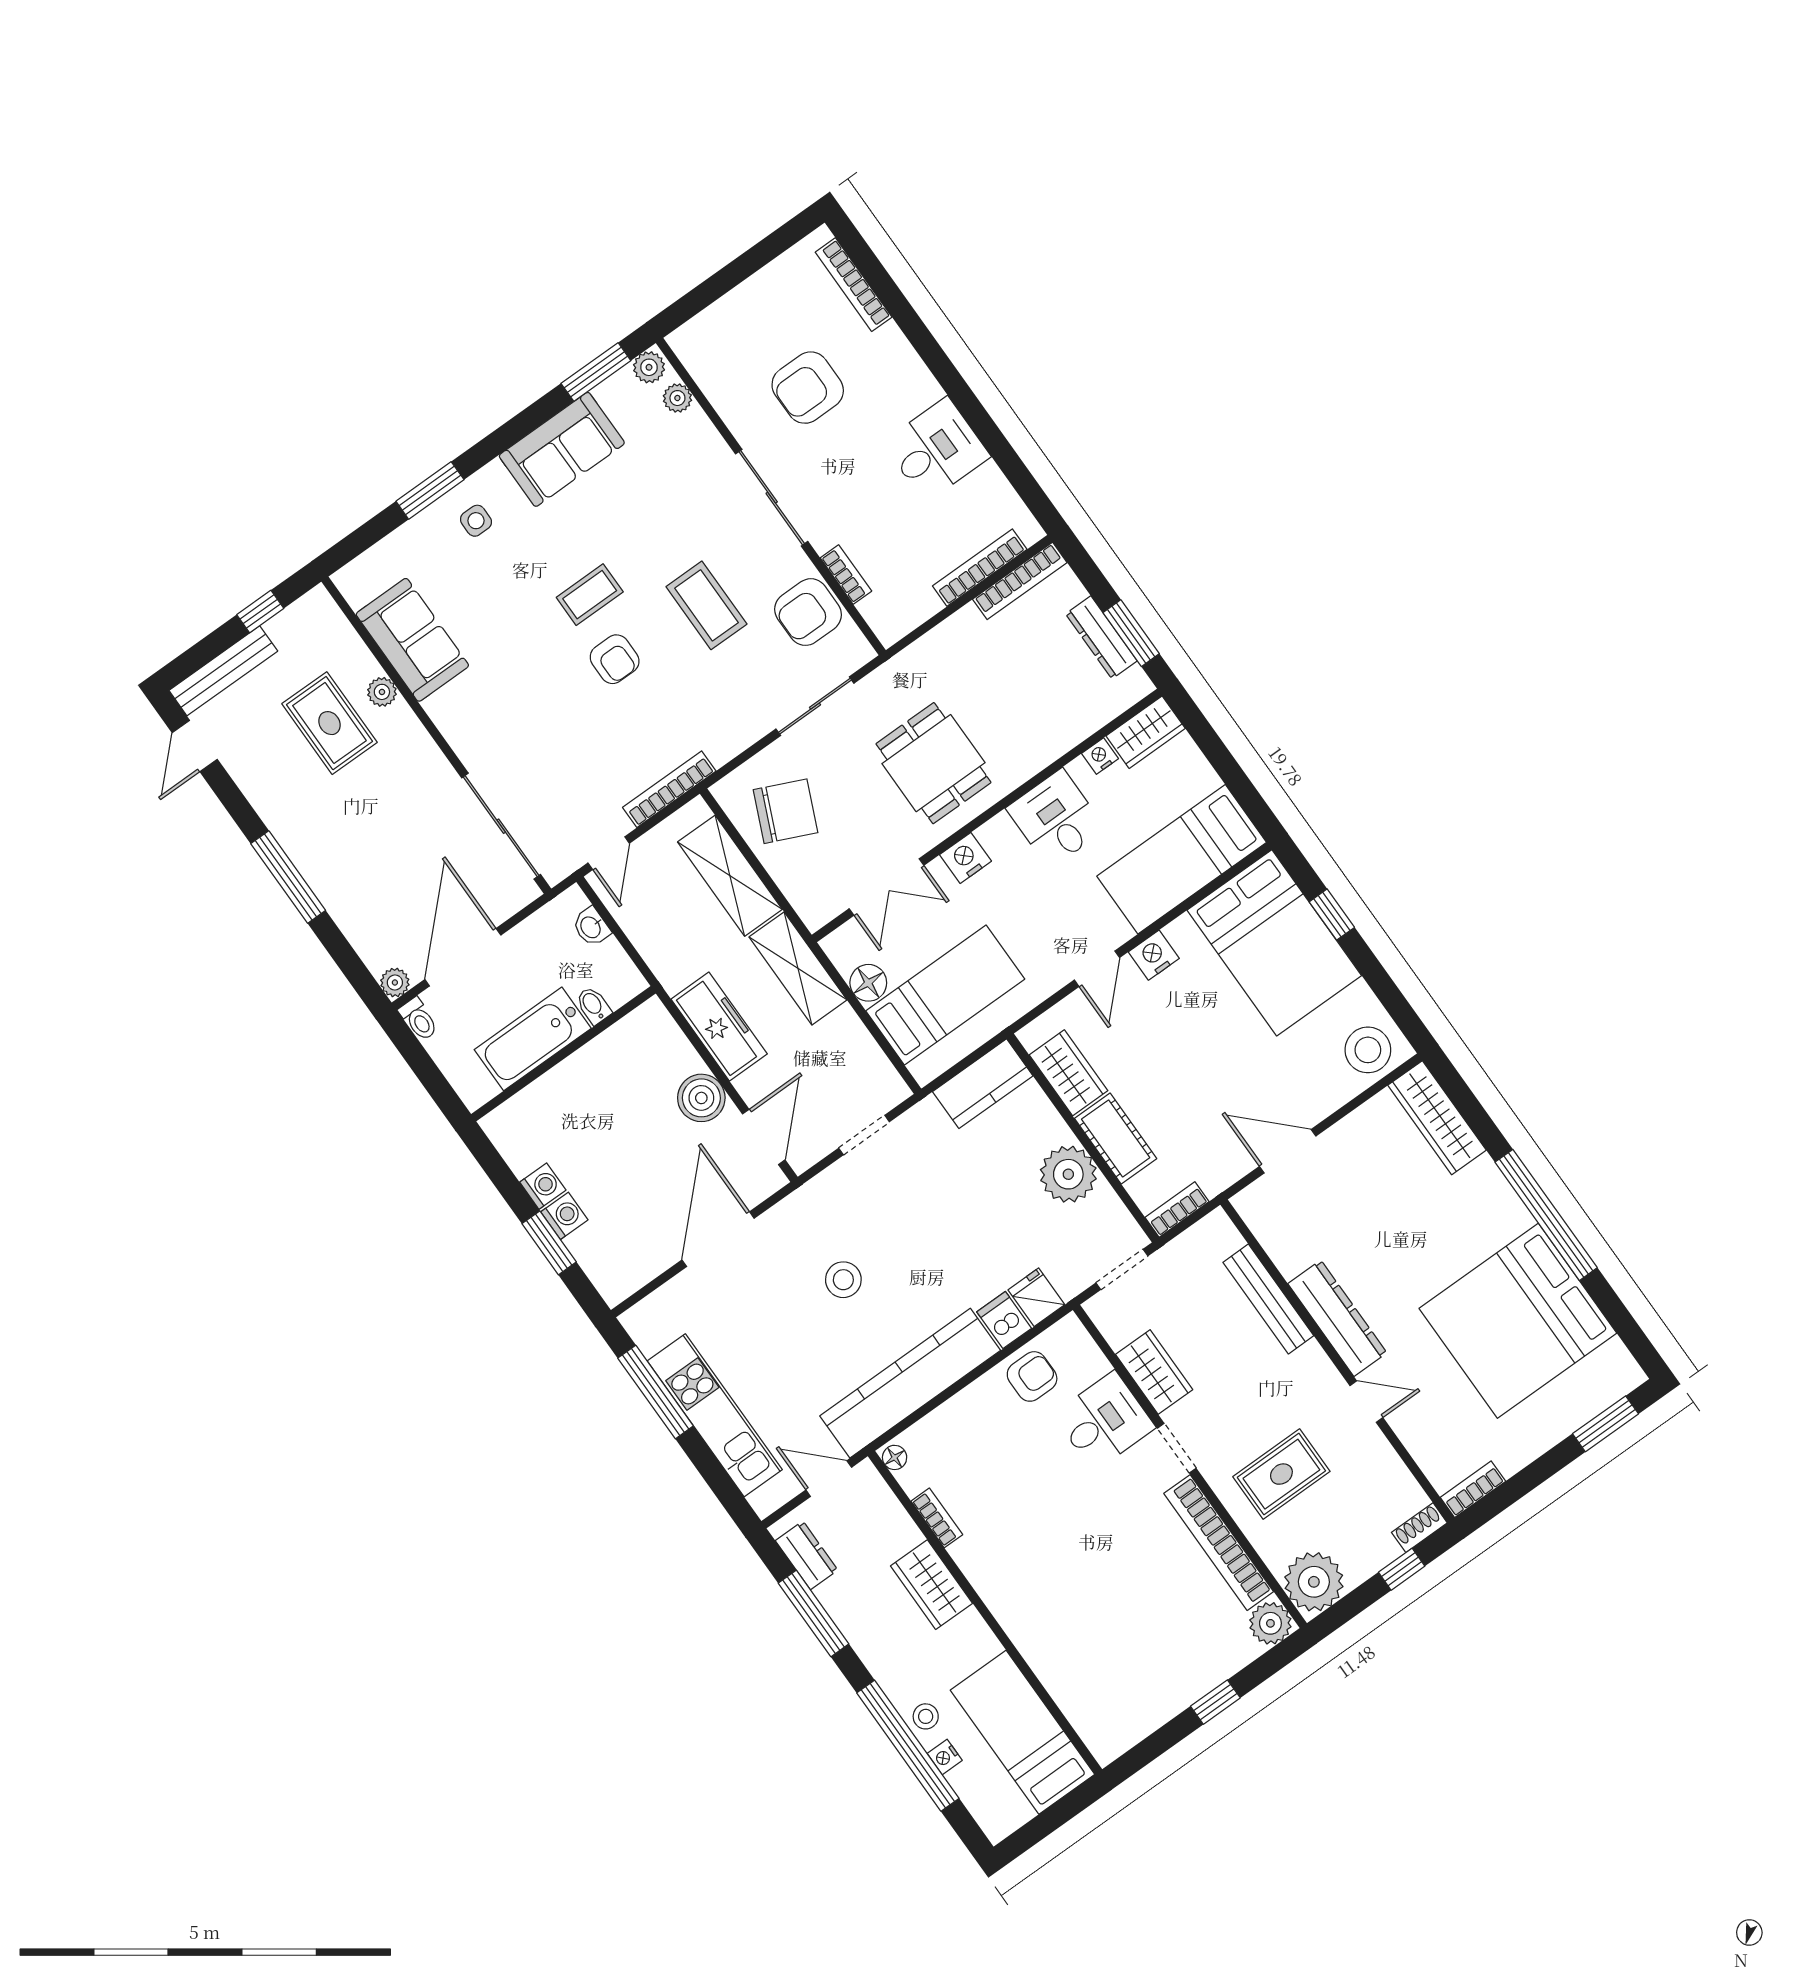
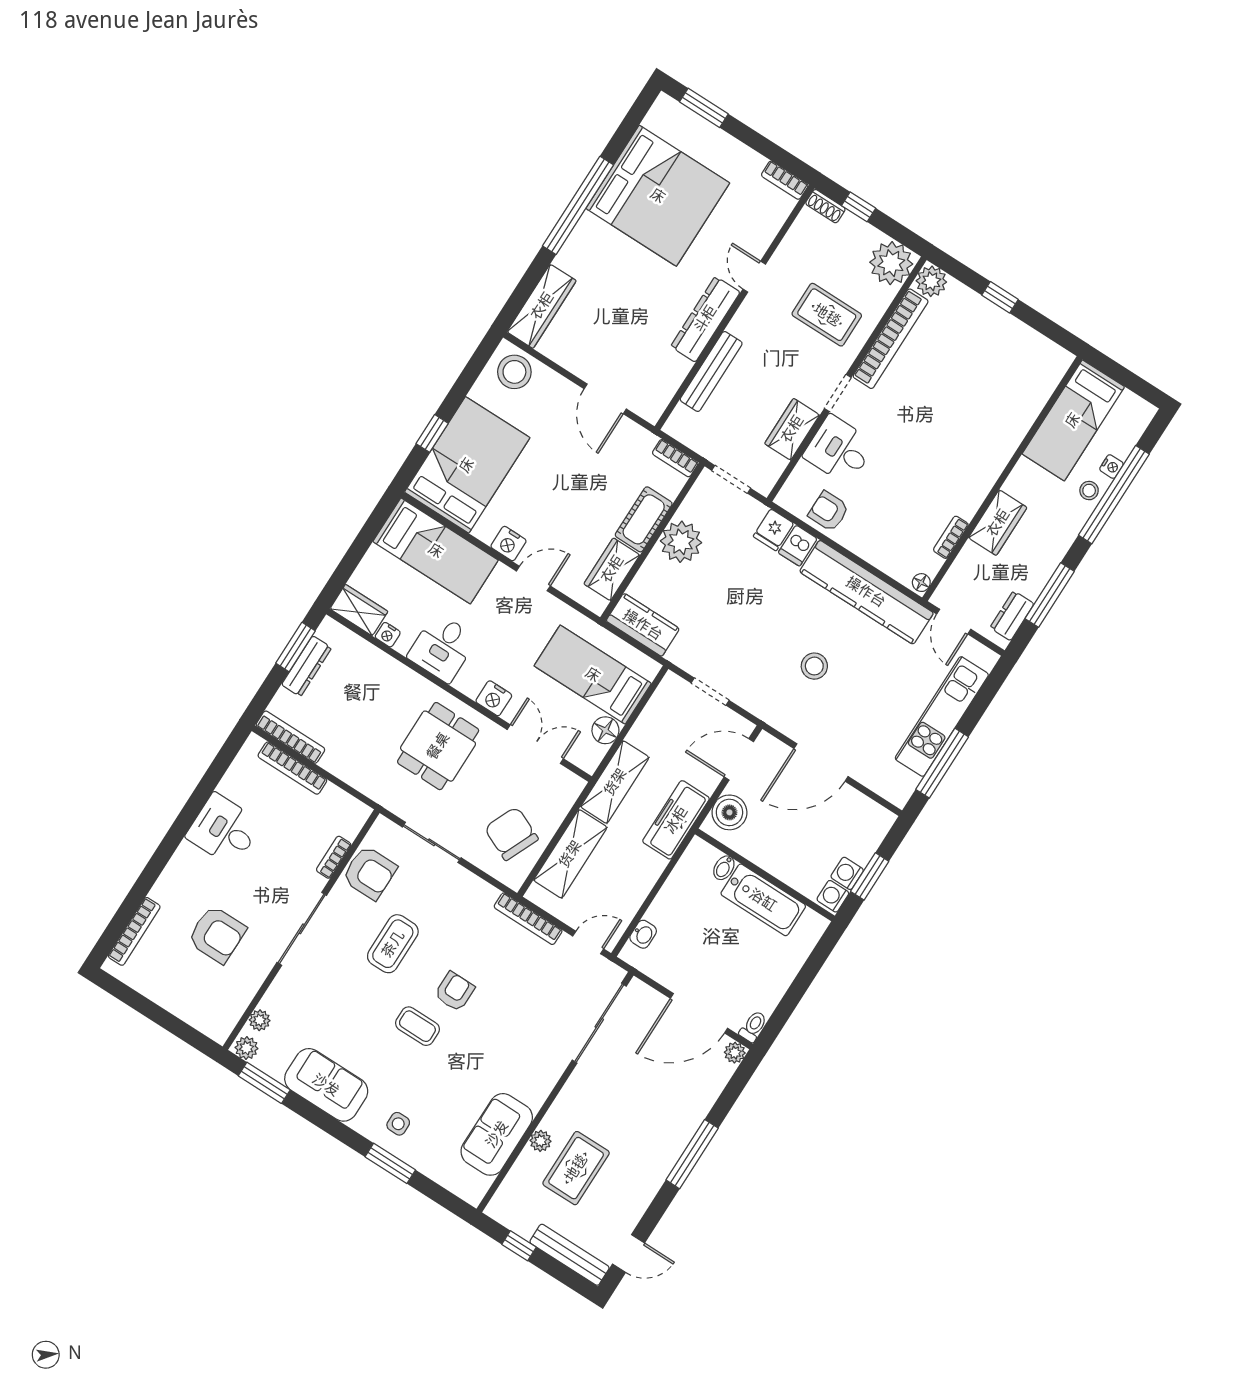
bidet: (593, 1005) -> (724, 868), moved
bathtub: (533, 1039) -> (763, 900), moved
wall: (563, 1054) -> (765, 875), moved

